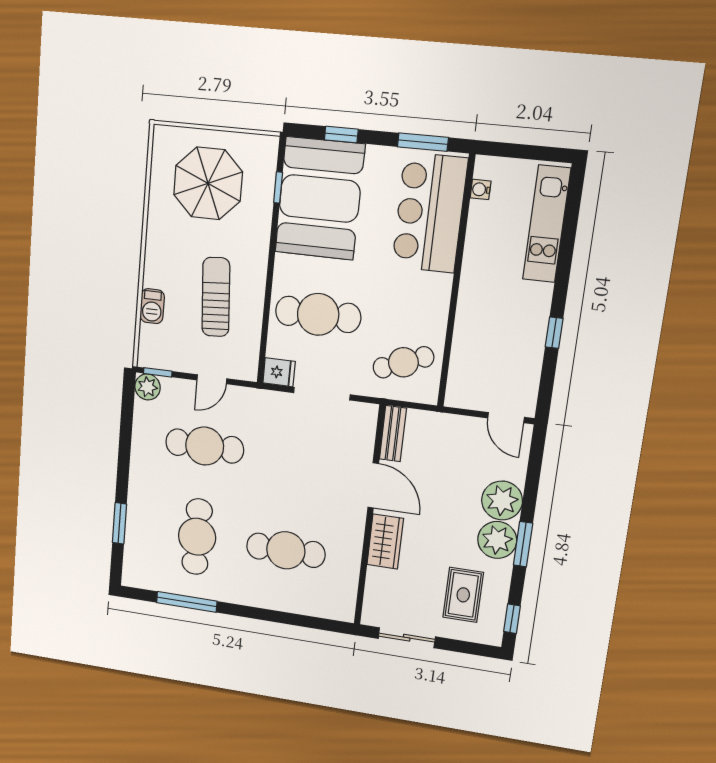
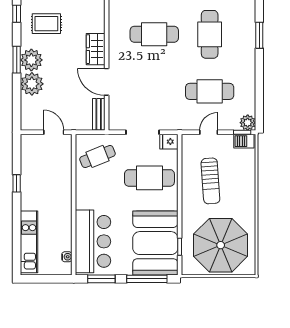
window: (341, 135) -> (147, 279), width x2.17
parasol: (208, 183) -> (221, 245), width x1.36, depth x1.36
barbecue: (152, 306) -> (244, 141), moved, turned -90
door: (506, 418) -> (54, 132), moved
rug: (463, 595) -> (46, 24), turned 90

